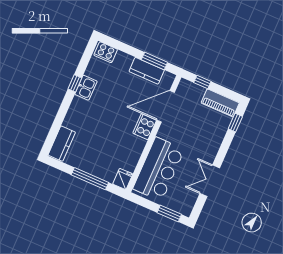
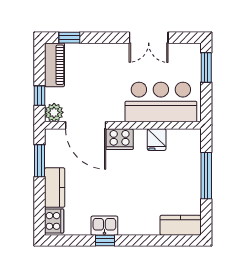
kitchen counter: (147, 71) -> (55, 188), moved
plant: (185, 87) -> (54, 112), added
fridge: (123, 179) -> (157, 140), moved, turned -90

